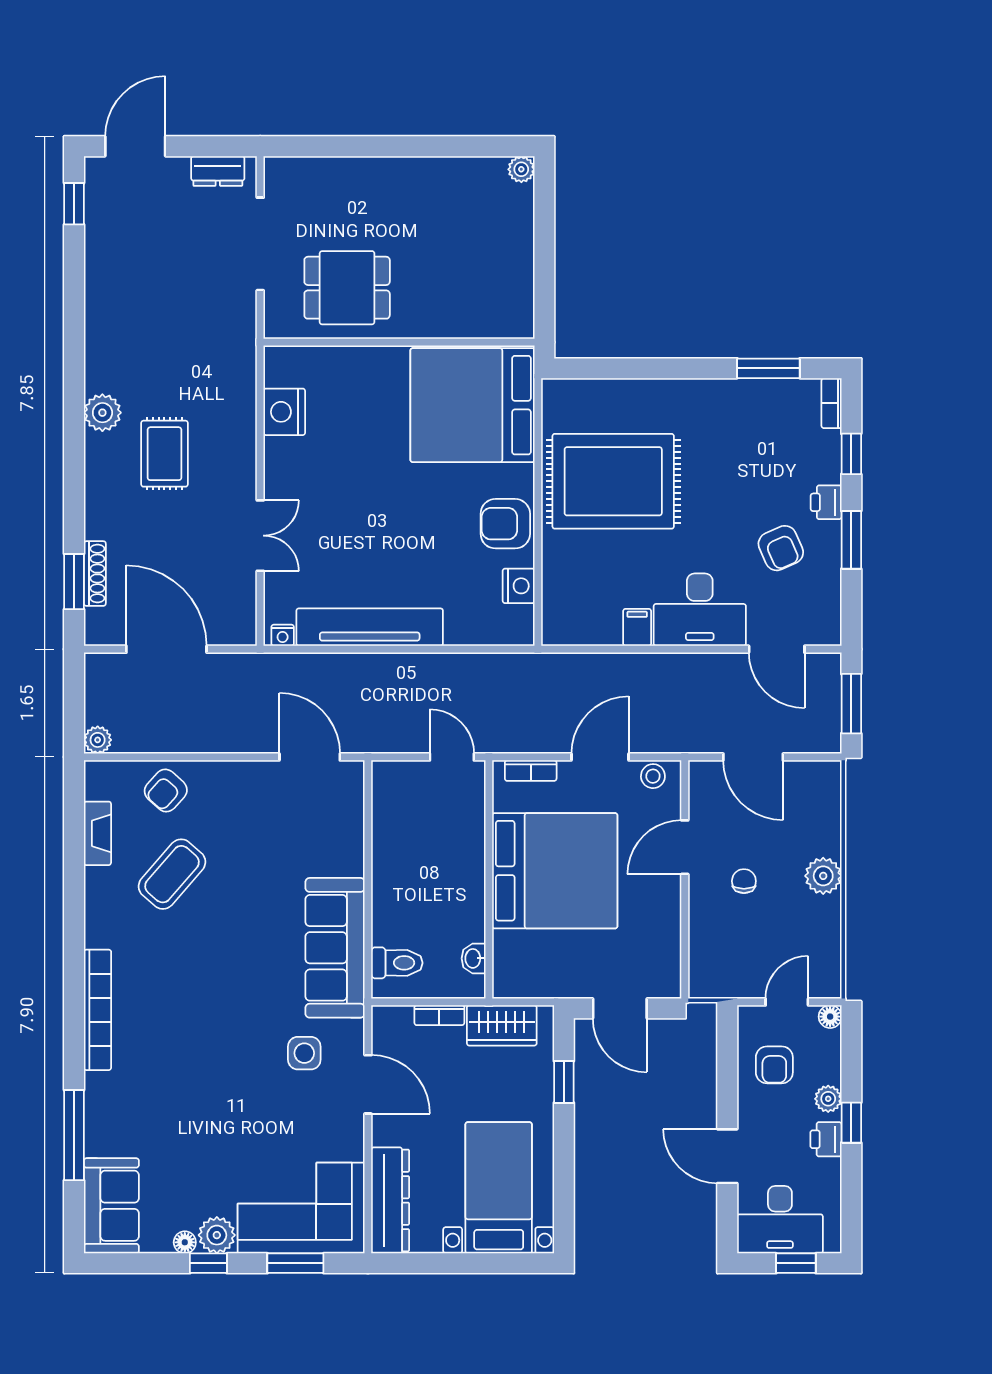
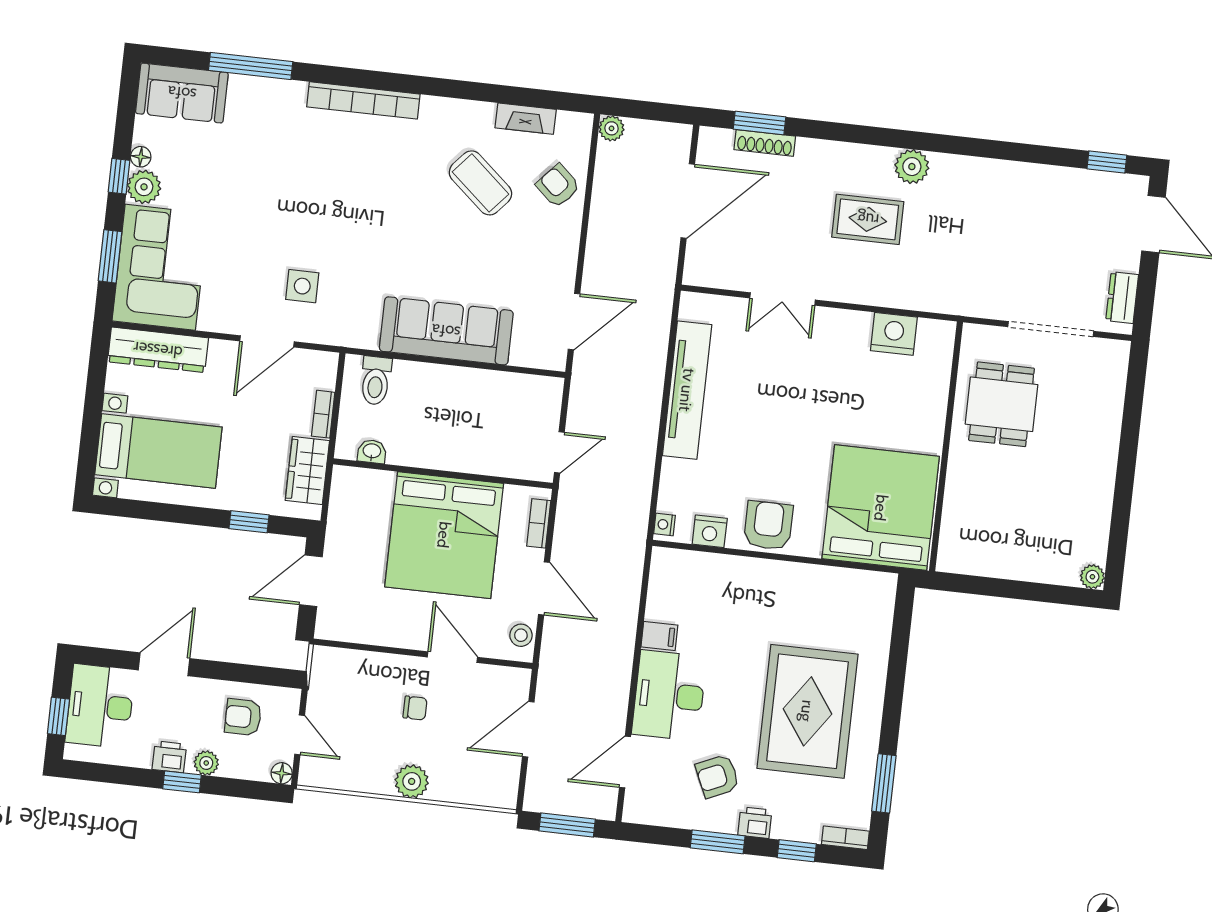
rug: (613, 481) -> (807, 711), moved
nightstand: (283, 635) -> (664, 525), moved
sofa: (335, 948) -> (446, 331), moved

